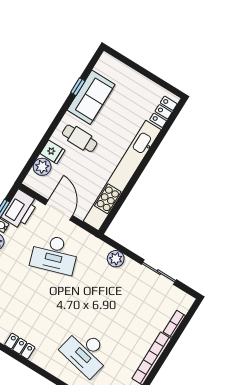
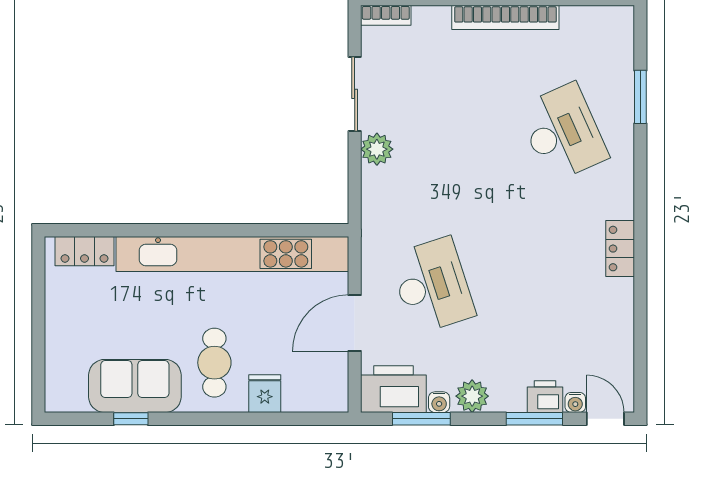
plant: (42, 167) -> (300, 396), removed
plant: (116, 259) -> (377, 149), moved
bookcase: (174, 324) -> (386, 15), moved
desk: (86, 352) -> (563, 132), turned -36

